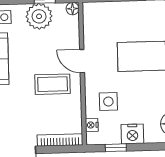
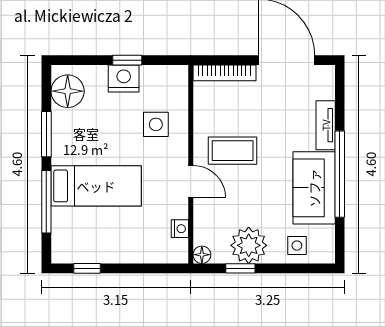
nightstand: (92, 125) -> (180, 229), moved
window: (116, 148) -> (127, 60), moved

